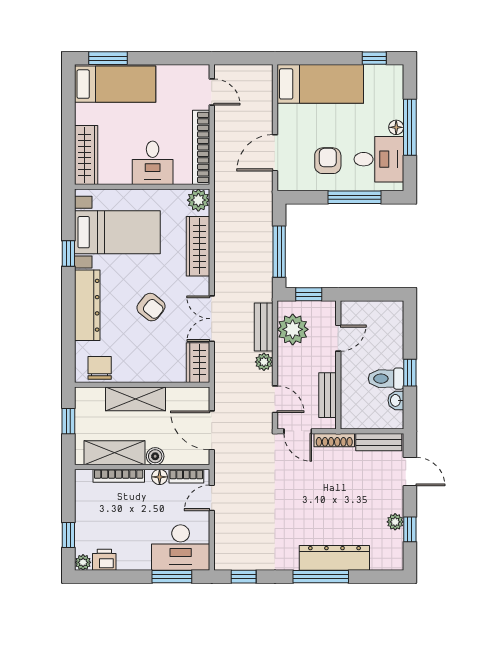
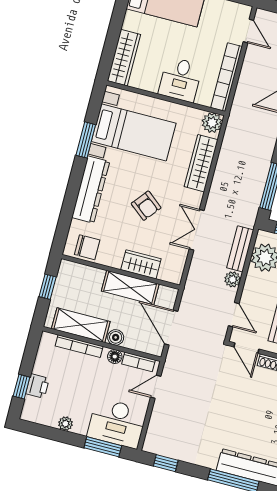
window: (68, 254) -> (86, 140), width x1.50
wardrobe: (198, 363) -> (141, 264), moved, turned 90
chair: (100, 368) -> (87, 247), turned 90
shelving: (136, 399) -> (130, 287), moved
printer: (104, 560) -> (38, 386), moved, turned 90
plant: (83, 562) -> (65, 424), moved

